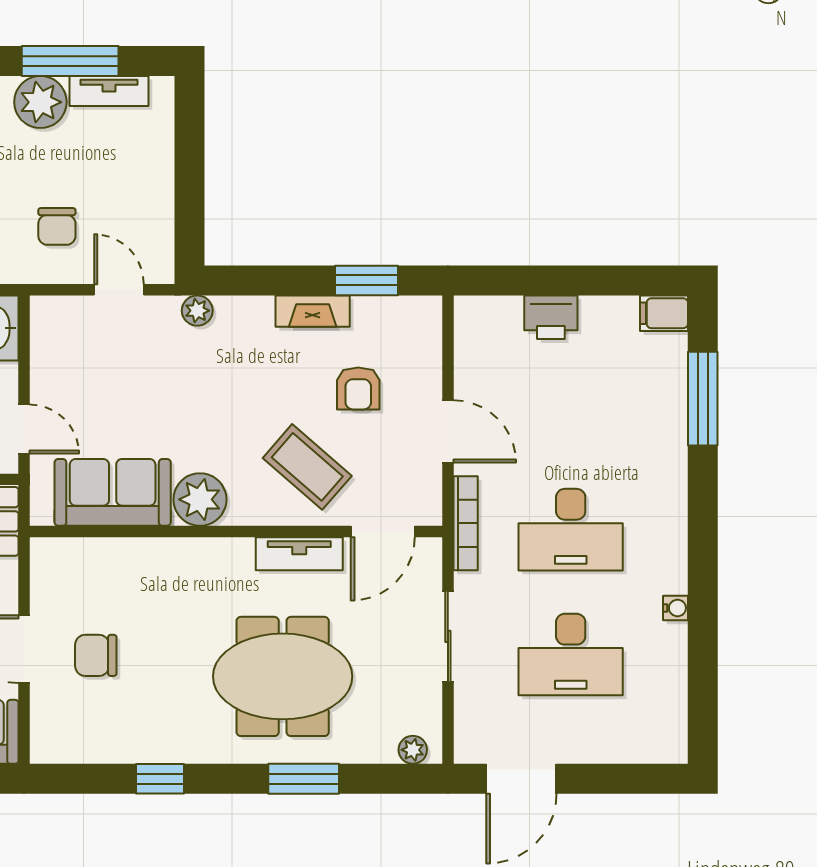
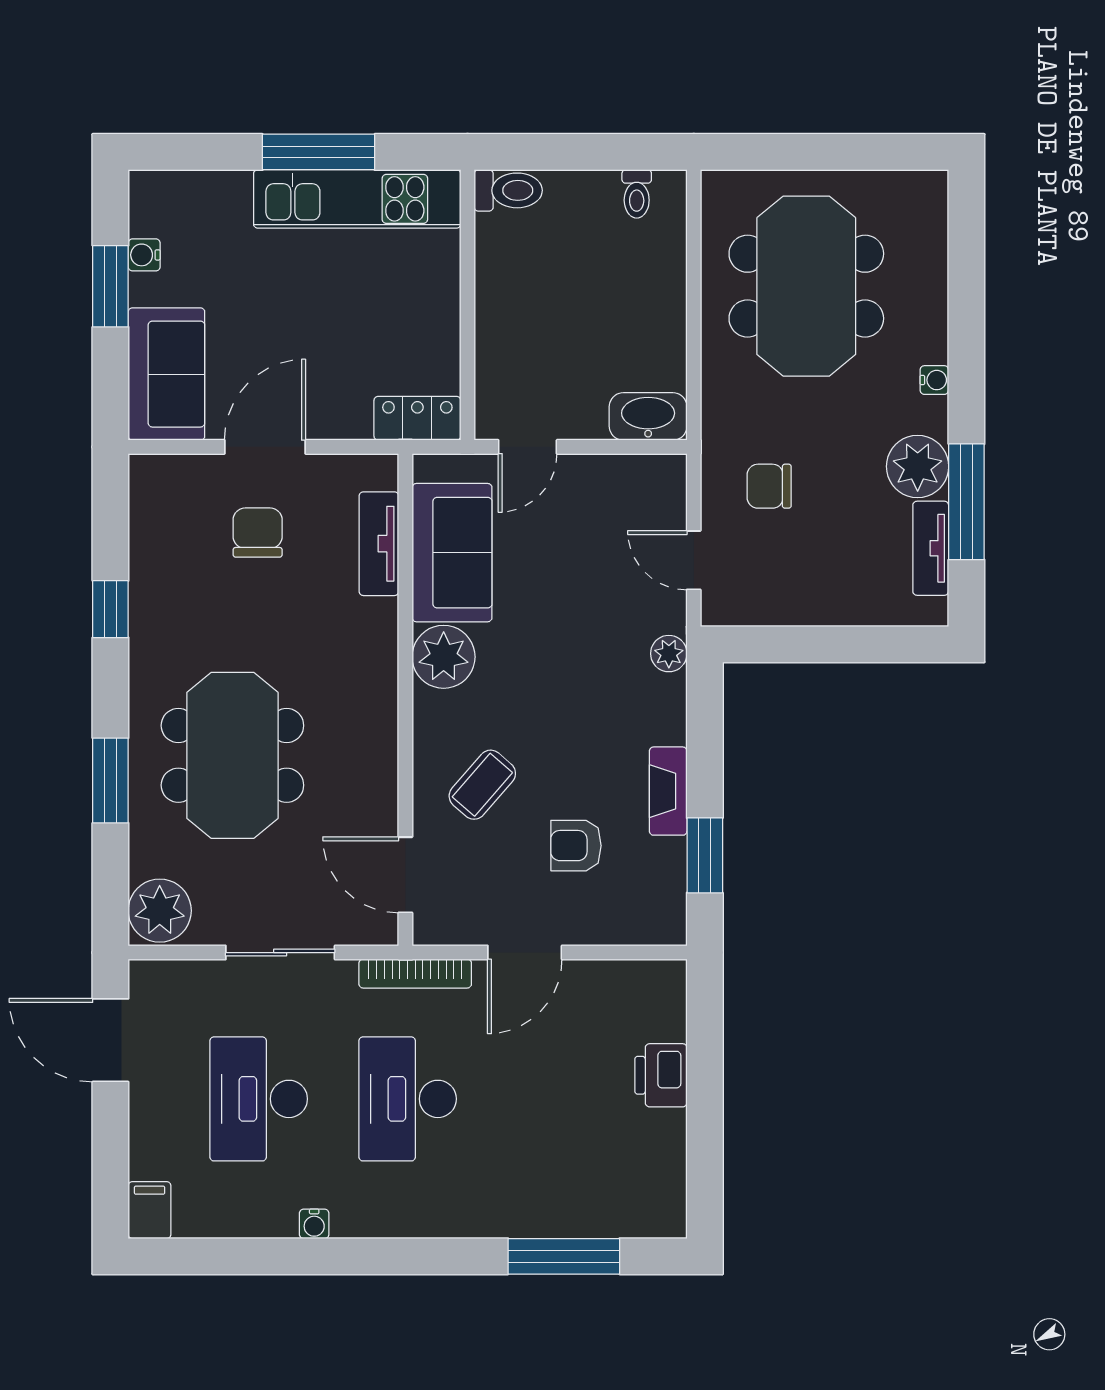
door: (119, 290) -> (694, 560), swing flipped
filing cabinet: (664, 313) -> (150, 1210), moved
coffee table: (307, 467) -> (482, 785), width x0.73, depth x0.77
tv unit: (299, 554) -> (379, 544), moved
plant: (413, 750) -> (160, 911), width x1.87, depth x1.87

